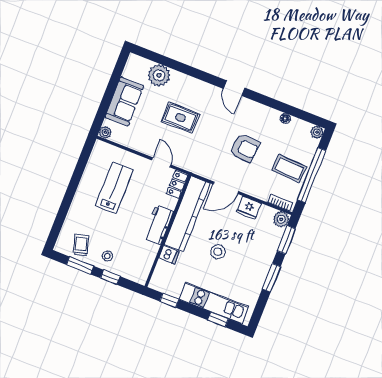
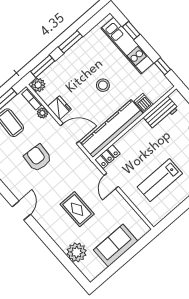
plant: (105, 132) -> (42, 113), moved
workbench: (159, 225) -> (161, 113), moved

